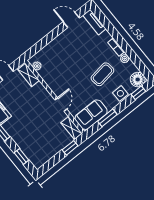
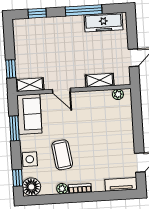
shelving: (29, 75) -> (100, 80), moved

